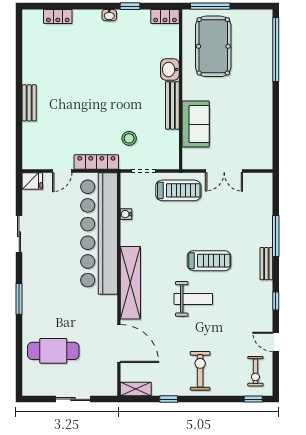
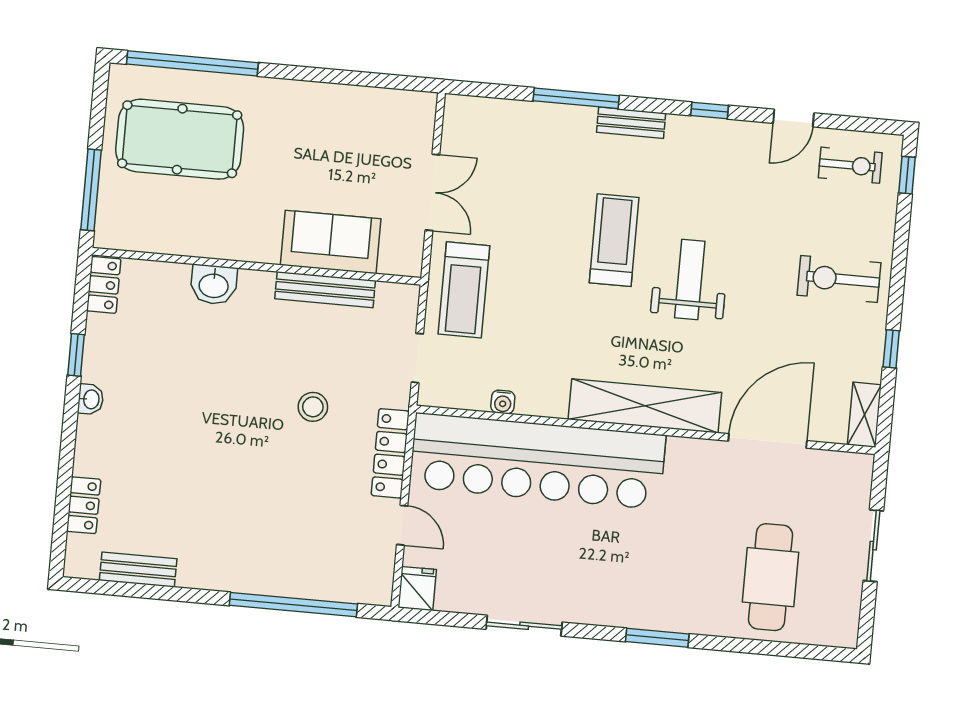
pool table: (213, 46) -> (180, 139), moved
bench: (29, 103) -> (138, 570), moved
bench: (172, 105) -> (325, 290), moved
window: (19, 122) -> (293, 605), added
stool: (129, 138) -> (313, 407), moved
treadmill: (178, 190) -> (464, 290), turned 180

